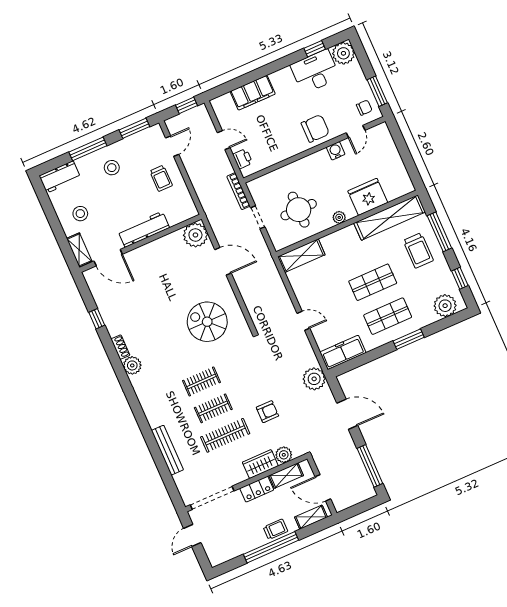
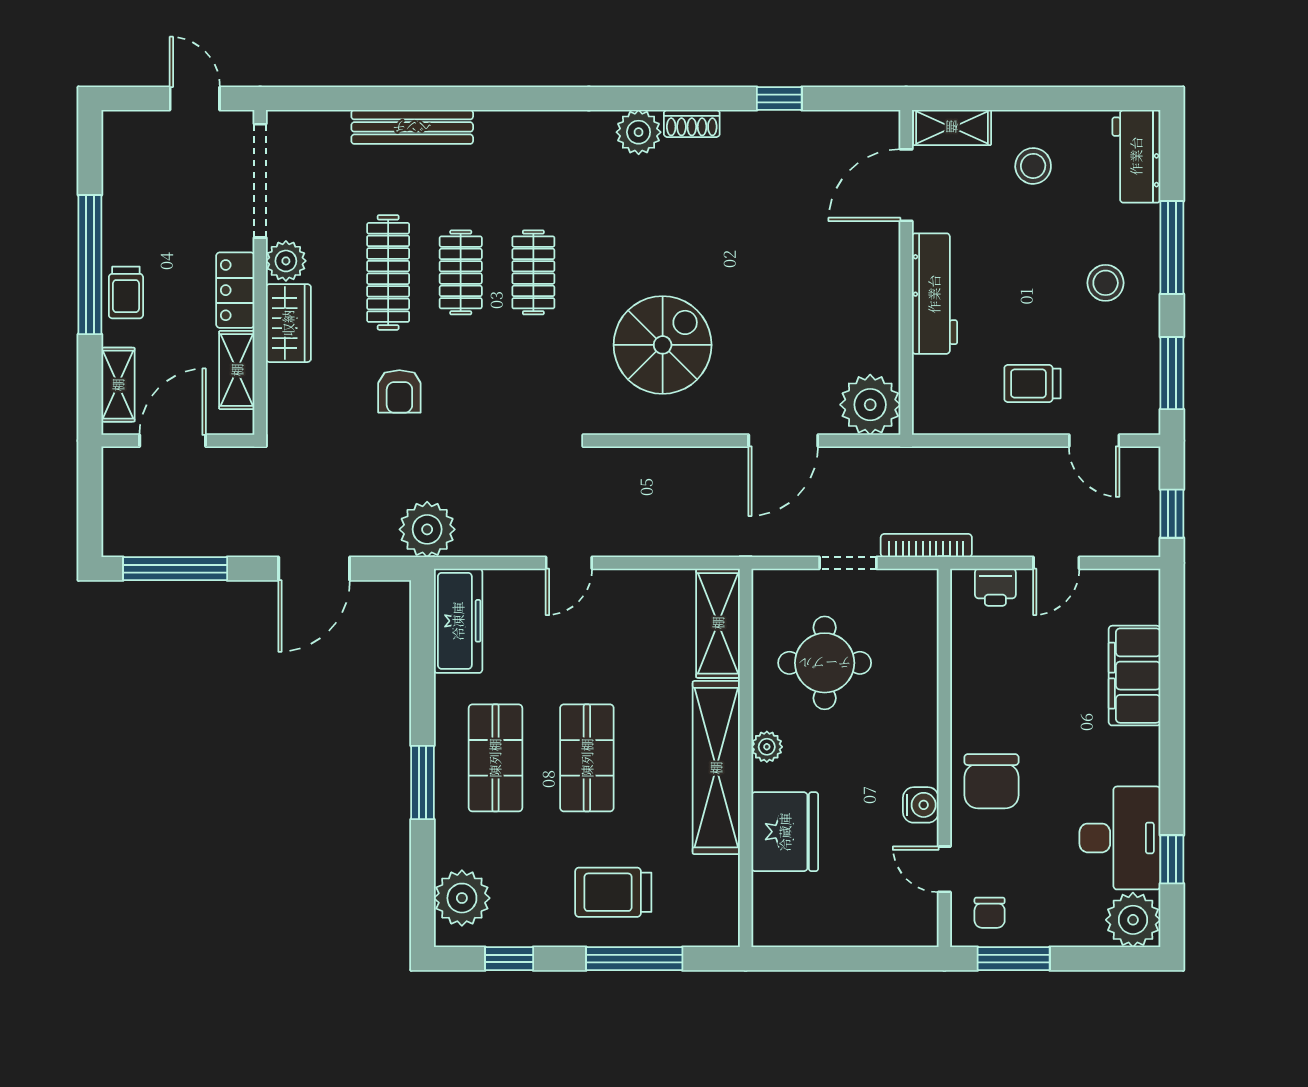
shelving: (390, 218) -> (716, 768), moved
plant: (284, 455) -> (286, 261), moved

